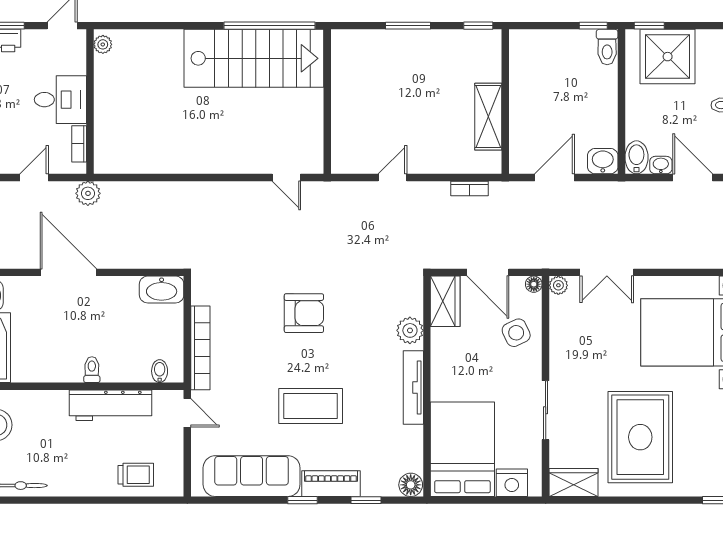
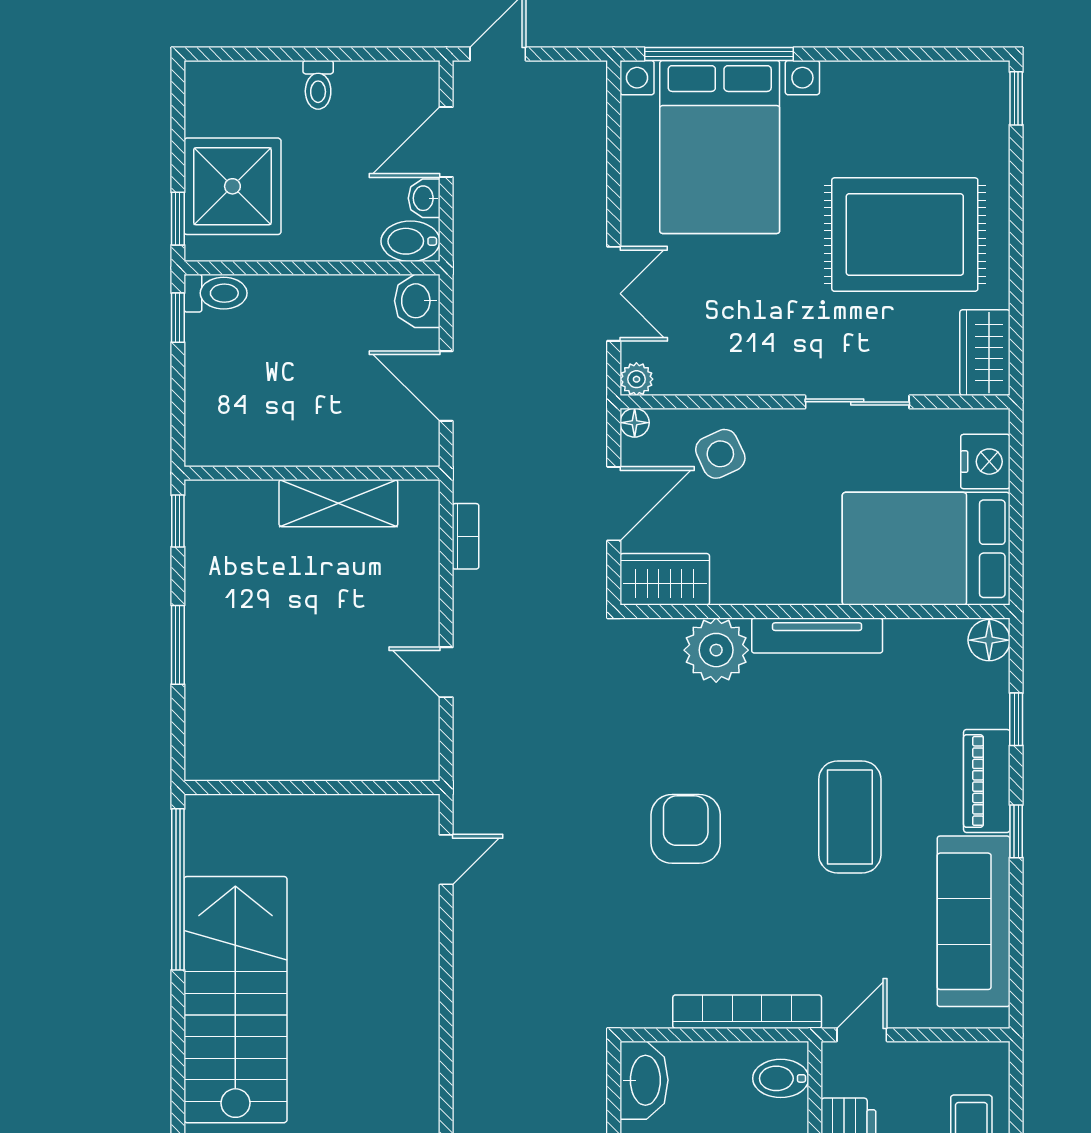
stairs: (254, 58) -> (235, 1000), moved
plant: (410, 330) -> (716, 650), width x1.36, depth x1.36
bidet: (160, 371) -> (781, 1078), width x1.38, depth x1.36

